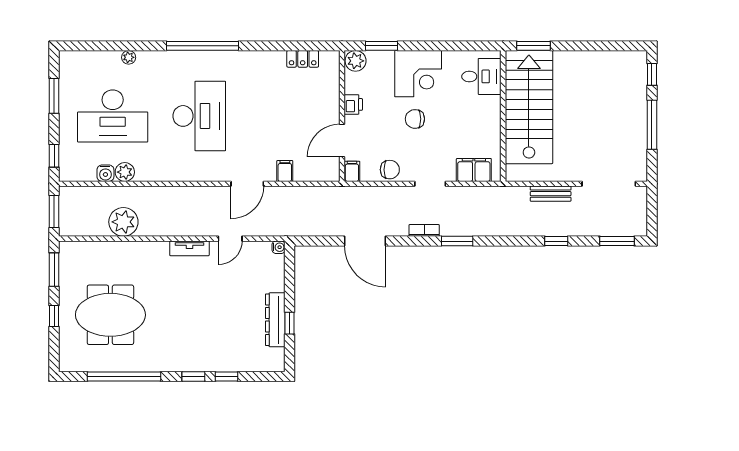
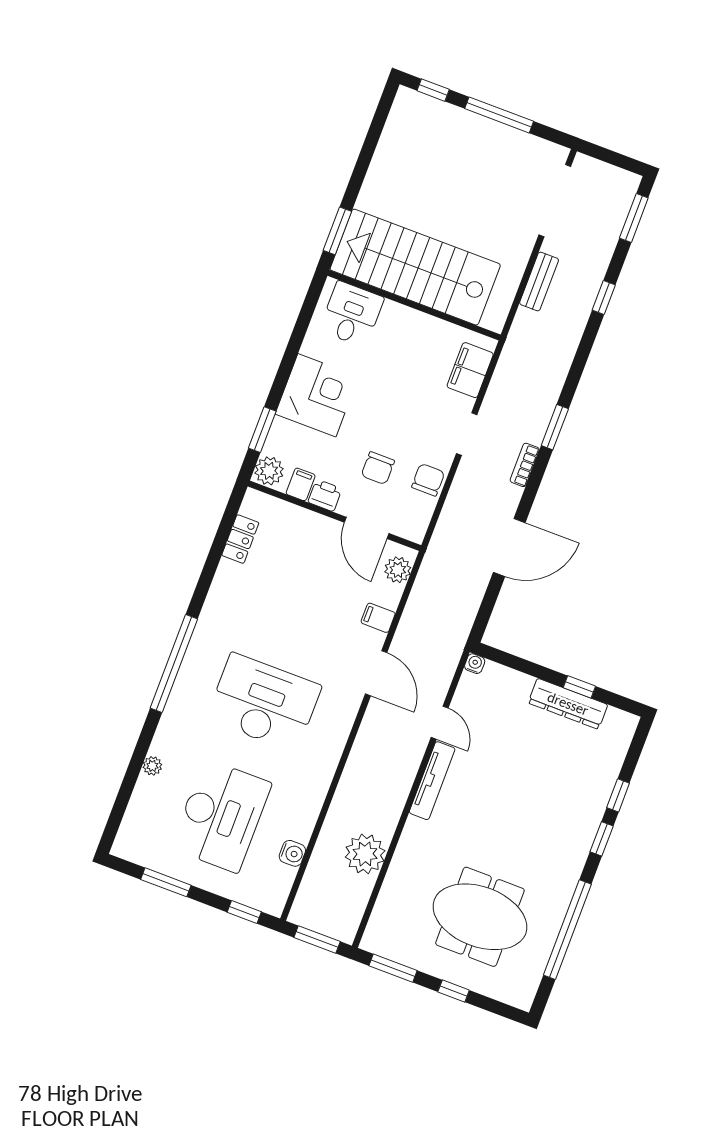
chair: (415, 119) -> (378, 468), moved
filing cabinet: (352, 171) -> (301, 484), moved, turned 90
plant: (125, 172) -> (398, 570), moved
tv unit: (189, 248) -> (432, 781), width x1.41
meeting table: (110, 315) -> (480, 917), turned 90

